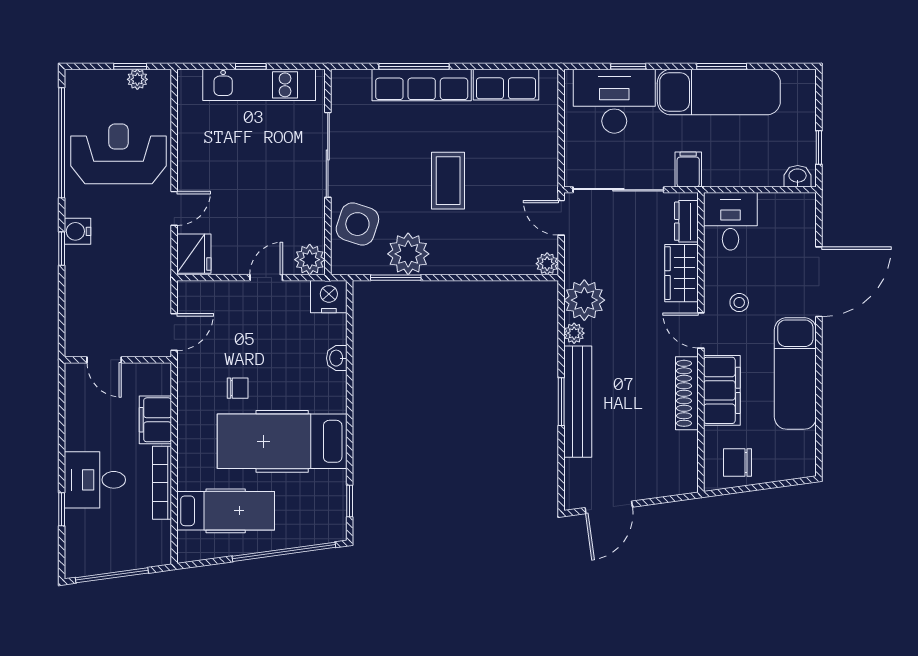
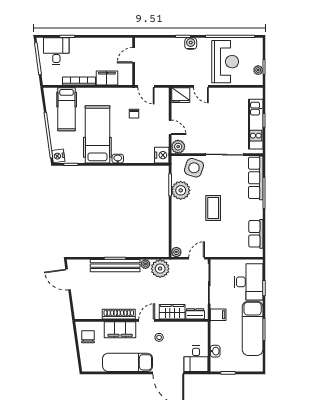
row of seats: (422, 85) -> (256, 178), moved
washbasin: (798, 176) -> (215, 351), moved
coffee table: (448, 181) -> (213, 208), turned 90
desk: (730, 221) -> (196, 359), moved, turned 90
washbasin: (337, 358) -> (118, 159), moved
chair: (238, 388) -> (134, 114), moved
desk: (95, 480) -> (56, 51), moved
nightstand: (331, 529) -> (58, 156), added

